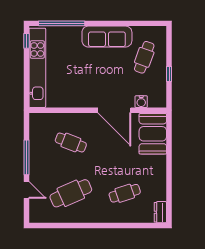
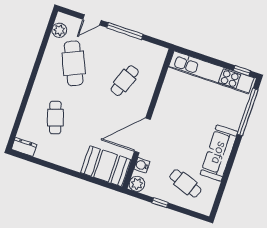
plant: (159, 100) -> (137, 184), added
plant: (46, 216) -> (59, 30), added

